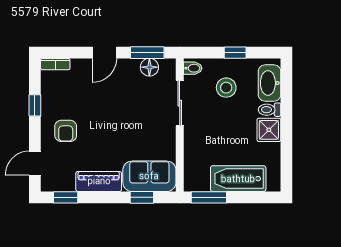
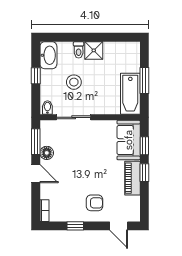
floor lamp: (149, 67) -> (47, 153), moved
washbasin: (269, 83) -> (48, 55), moved, turned -90
stool: (226, 88) -> (74, 82), moved
bathtub: (238, 179) -> (130, 94), moved
window: (66, 197) -> (144, 173), moved
window: (209, 197) -> (144, 80), moved

